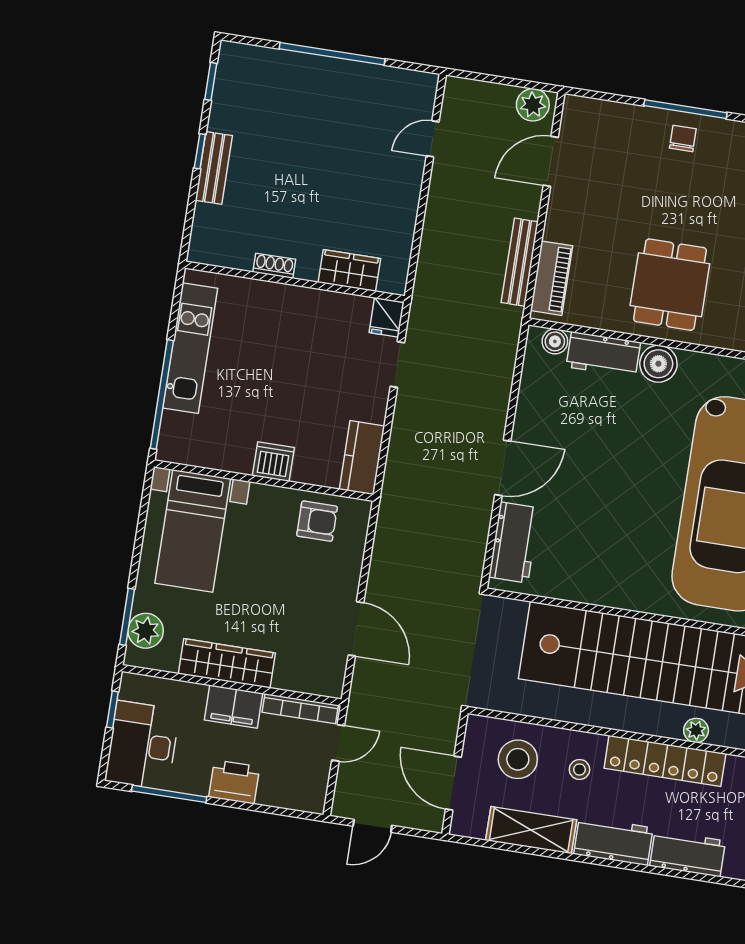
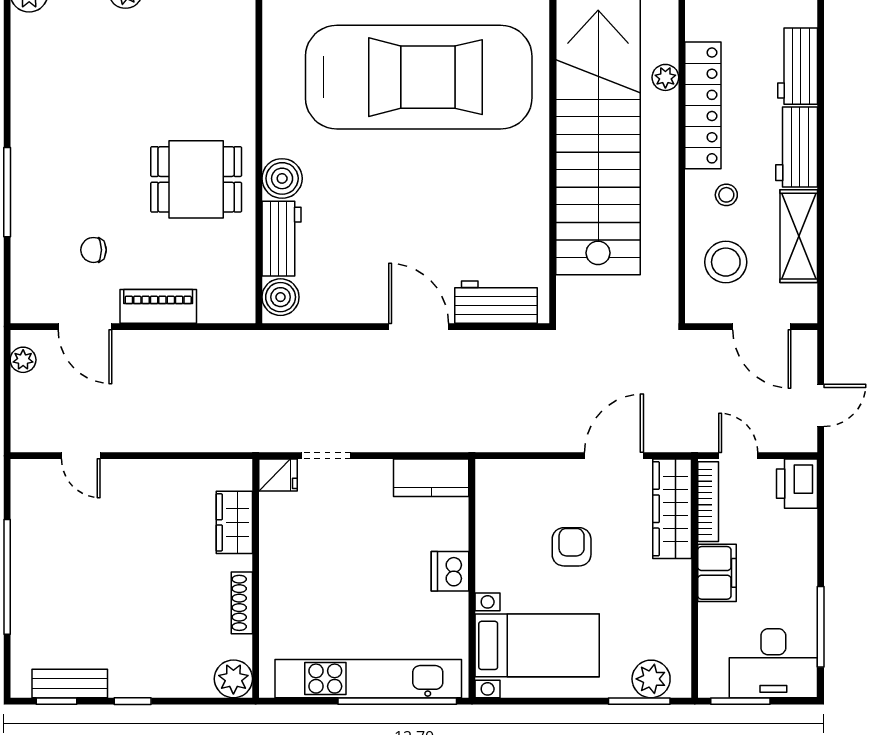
plant: (533, 105) -> (23, 360), width x0.73, depth x0.73
chair: (683, 138) -> (93, 250), moved
bench: (214, 168) -> (70, 683), moved
plant: (206, 247) -> (233, 679), added
bench: (520, 262) -> (197, 343), removed
shoe rack: (274, 266) -> (242, 603), width x1.43
piano: (551, 278) -> (158, 306), moved
boiler: (555, 341) -> (281, 297), width x1.36, depth x1.36
kitchen unit: (190, 348) -> (368, 679), width x1.36
armchair: (317, 521) -> (572, 547), moved
wardrobe: (227, 663) -> (672, 509), moved
window: (112, 710) -> (740, 701), width x1.50
printer: (234, 782) -> (797, 484), moved
door: (453, 783) -> (762, 327), hinge flipped
door: (372, 826) -> (821, 405), hinge flipped

